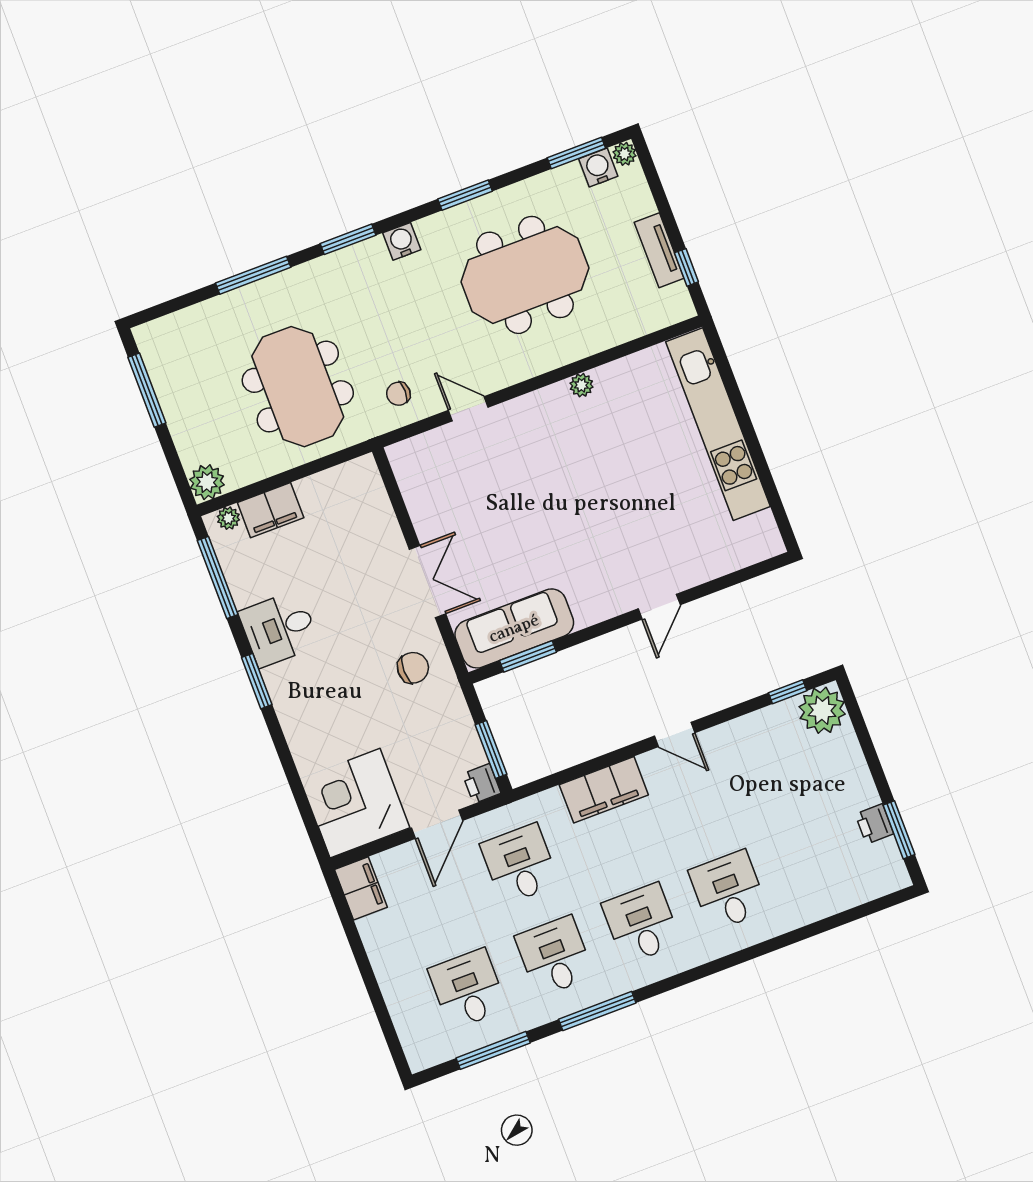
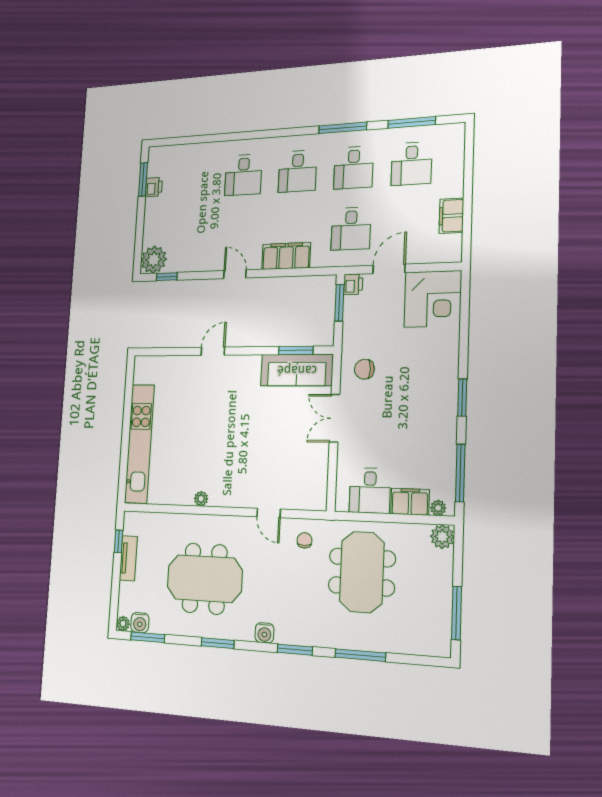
chair: (398, 394) -> (304, 540), turned -90
desk: (279, 629) -> (370, 491), moved, turned 90
filing cabinet: (361, 888) -> (451, 216), moved

